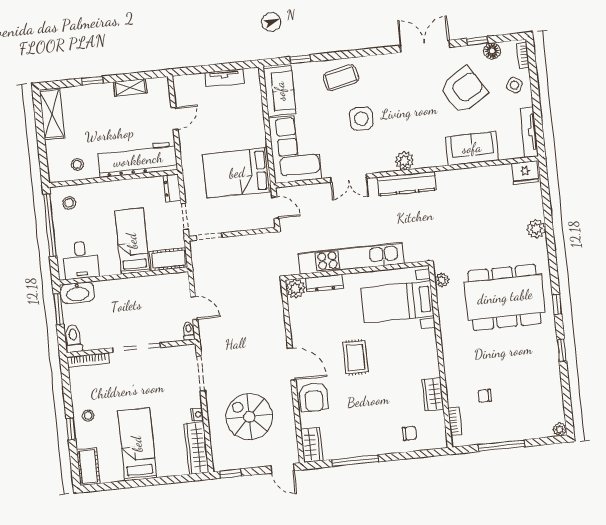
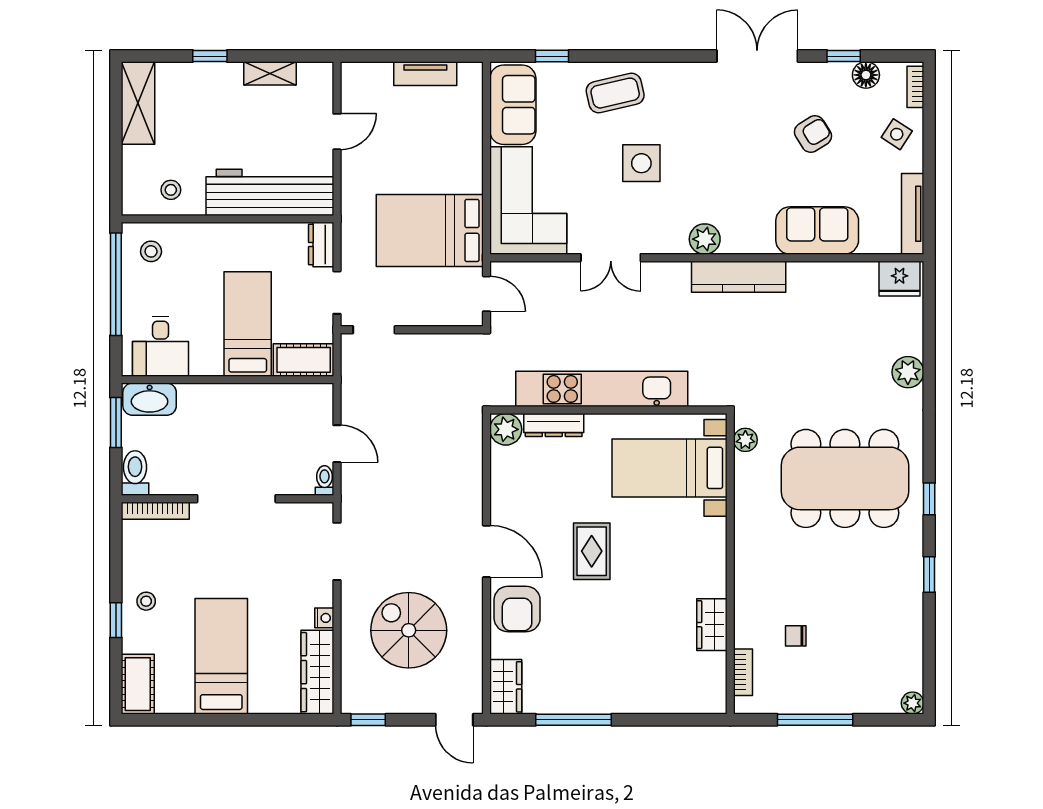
armchair: (464, 90) -> (813, 134), width x0.53, depth x0.53
kitchen counter: (407, 184) -> (739, 277), moved
chair: (409, 433) -> (667, 684), removed

